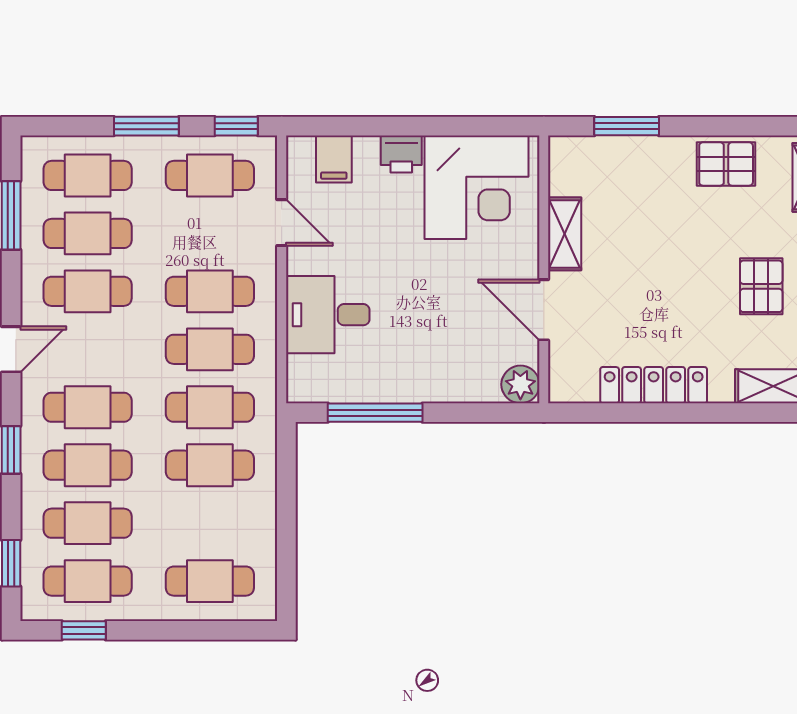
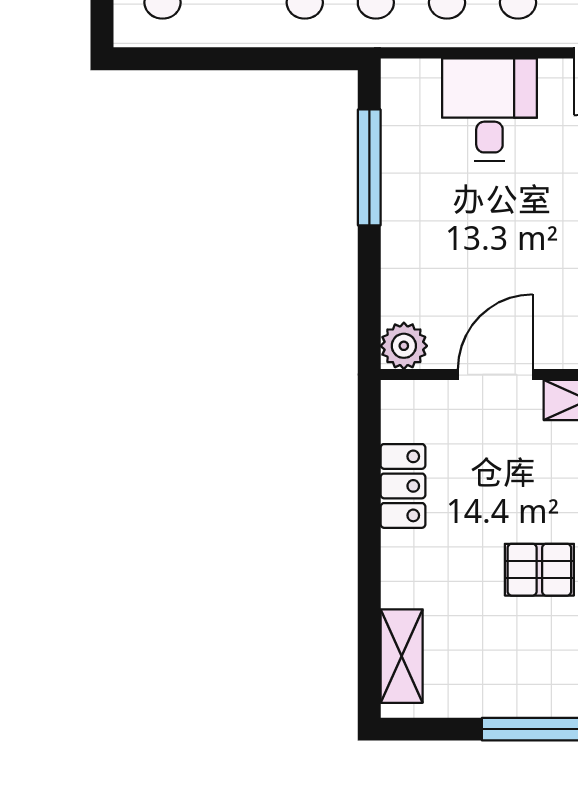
pallet: (761, 286) -> (539, 570), moved
locker: (654, 385) -> (403, 486), width x0.66

